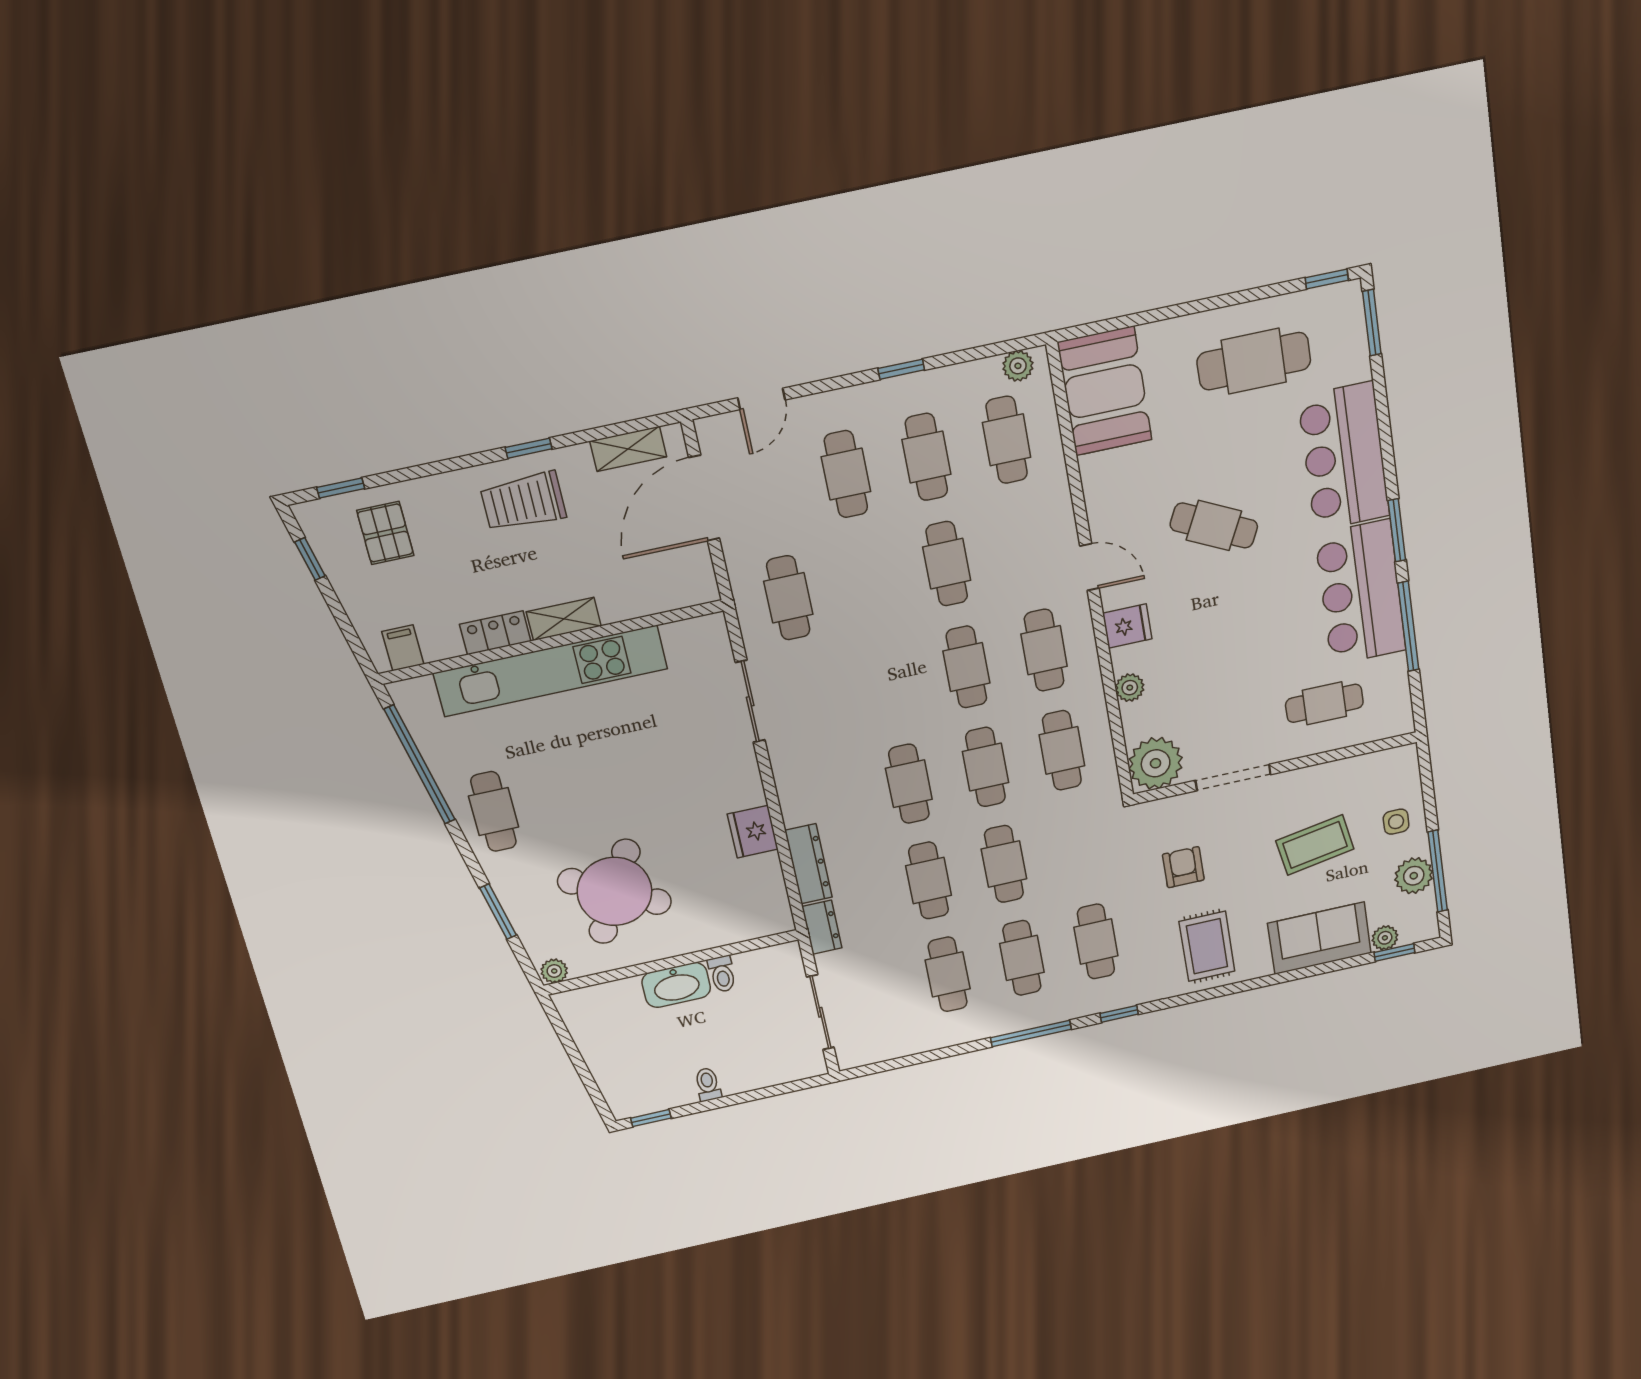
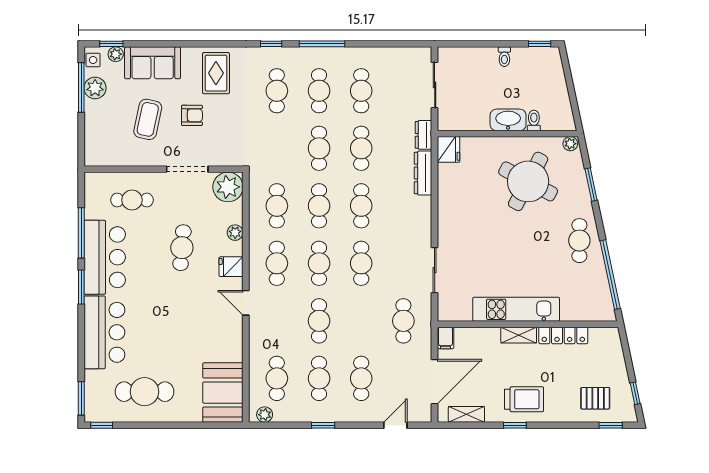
cafe table: (1214, 526) -> (182, 248), moved, turned 69
pallet: (385, 533) -> (595, 398), turned 90
locker: (495, 633) -> (563, 335), width x1.53
filing cabinet: (403, 648) -> (445, 338), moved
kitchen unit: (551, 671) -> (516, 309), width x0.73
cafe table: (889, 684) -> (361, 263), added
side table: (1396, 822) -> (93, 60), moved
fridge: (753, 832) -> (449, 149), moved
coffee table: (1315, 845) -> (148, 119), turned -68
armchair: (1183, 867) -> (192, 115), moved, turned -90
toilet: (722, 974) -> (534, 120), moved

